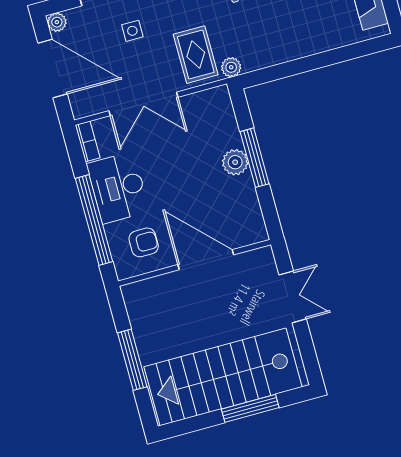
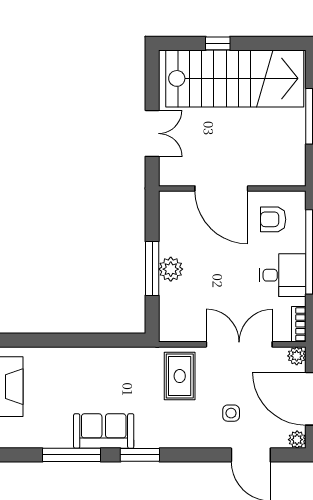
plant: (231, 67) -> (297, 356), moved
desk: (118, 188) -> (283, 275), width x0.73
double door: (293, 297) -> (152, 133), swing flipped
window: (250, 408) -> (218, 43), width x0.46

